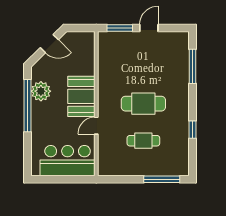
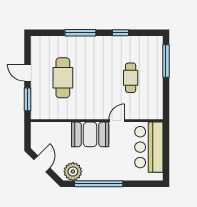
window: (192, 66) -> (80, 33), moved
plant: (41, 91) -> (73, 172), moved
cafe table: (143, 104) -> (63, 78), moved
door: (96, 126) -> (117, 121), swing flipped

